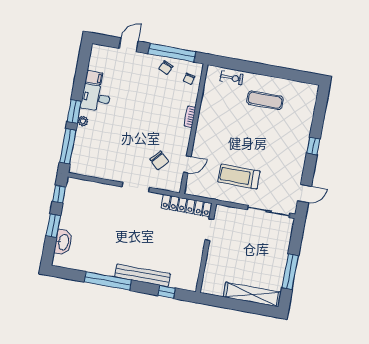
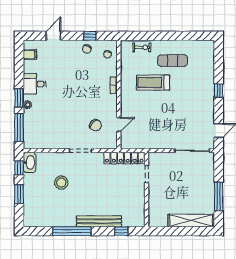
window: (172, 53) -> (90, 36), width x0.32
filing cabinet: (94, 77) -> (30, 55), moved
treadmill: (239, 177) -> (153, 83), moved
stool: (106, 221) -> (61, 183), added
washbasin: (63, 242) -> (30, 162), moved

